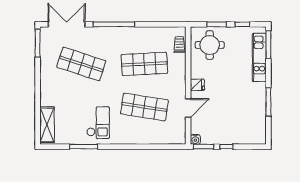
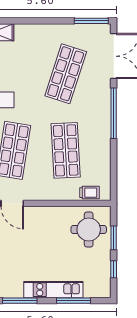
window: (268, 45) -> (73, 301), moved
kitchen unit: (259, 57) -> (53, 290), moved
fridge: (197, 85) -> (40, 215), removed

